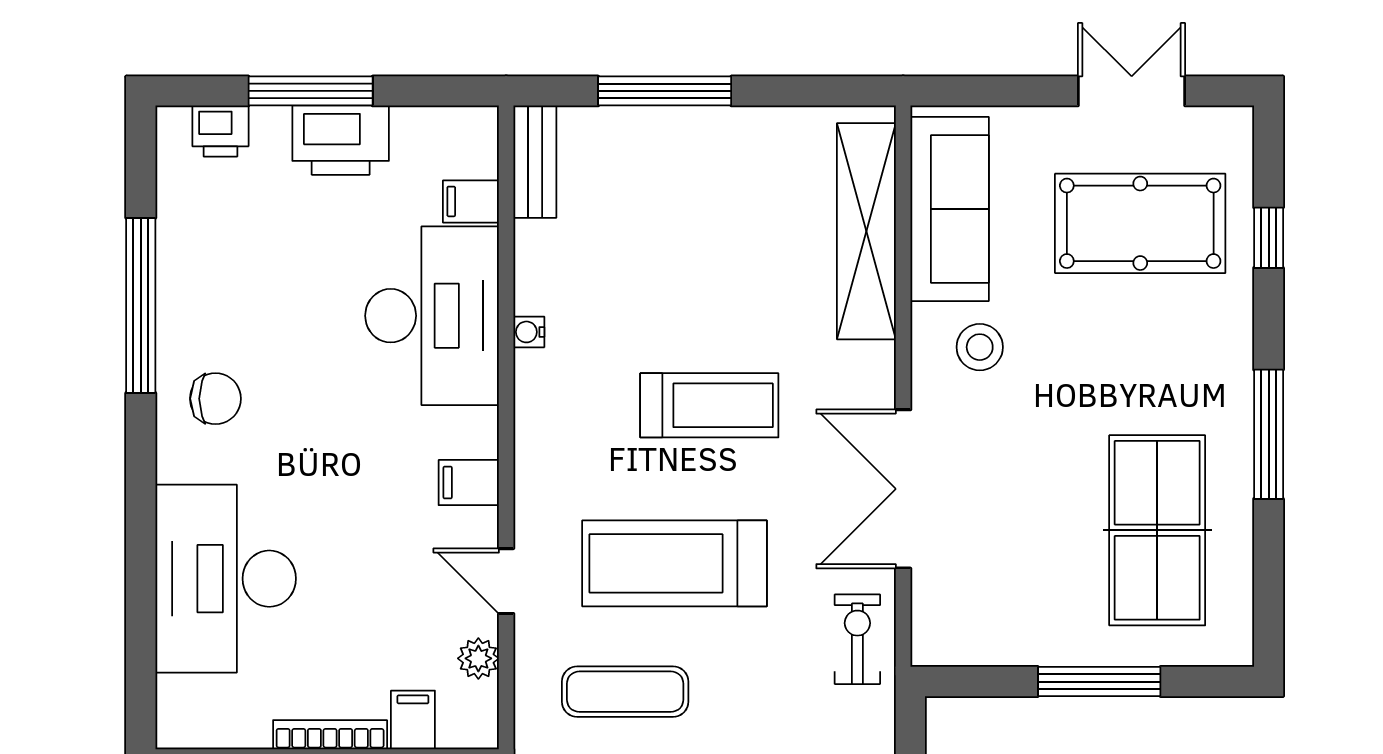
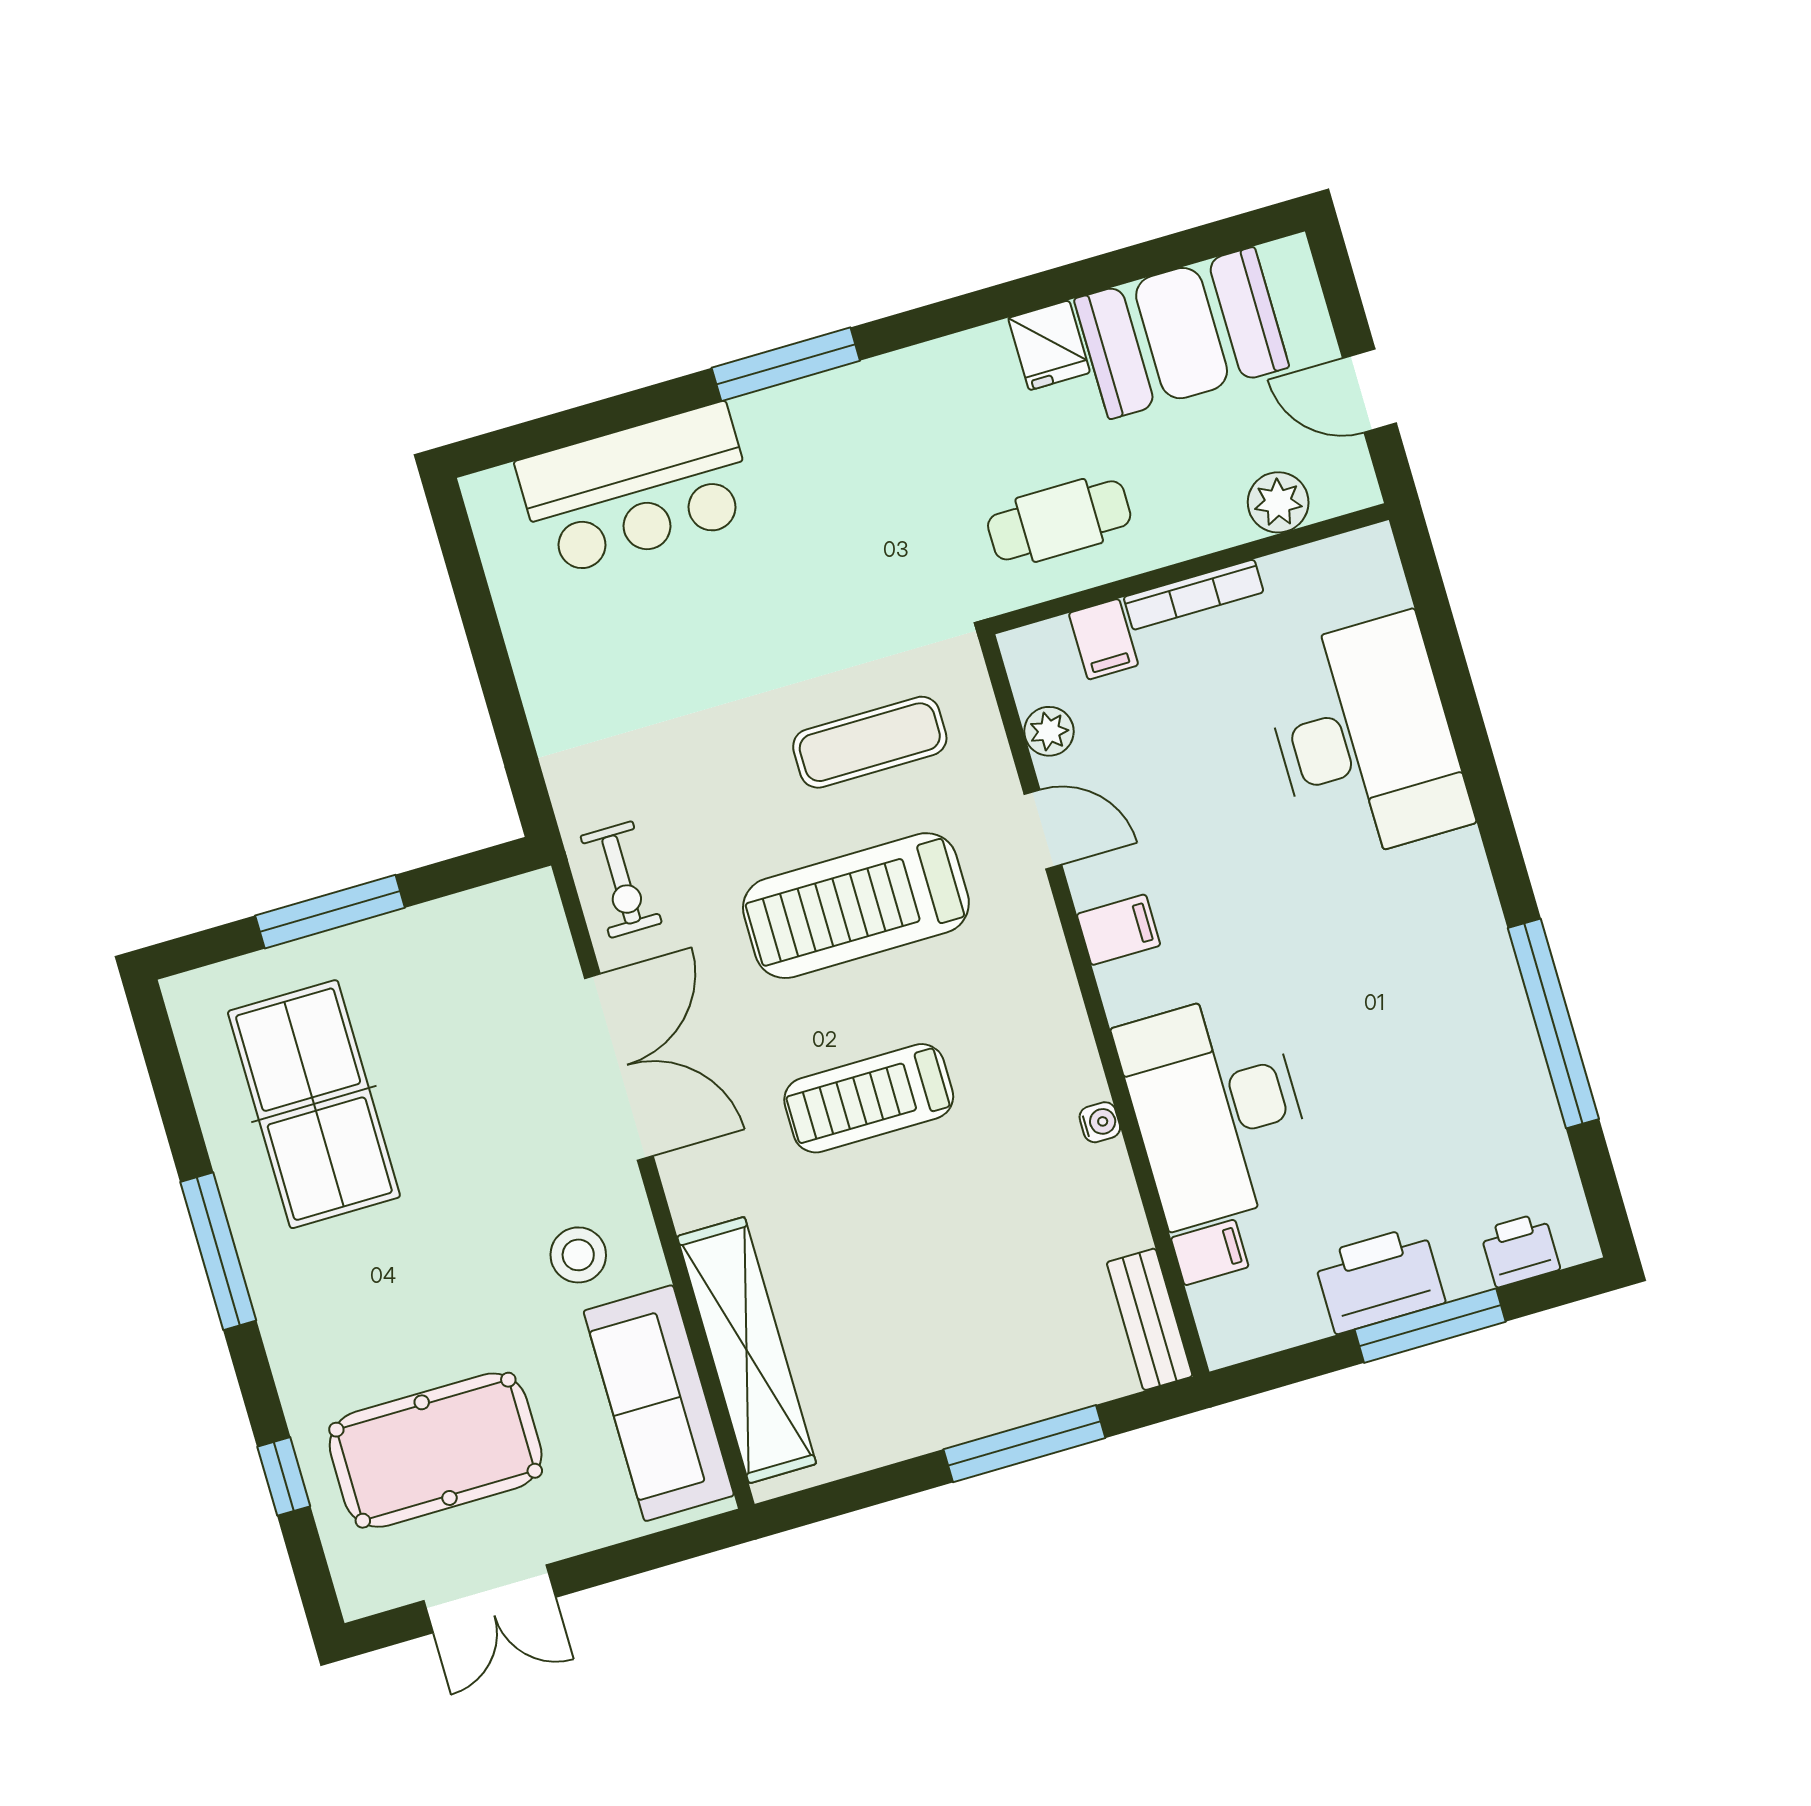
chair: (215, 399) -> (1437, 942), removed
treadmill: (675, 563) -> (856, 906), turned 180

